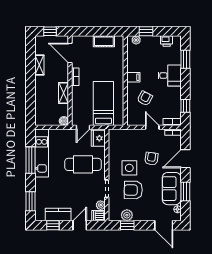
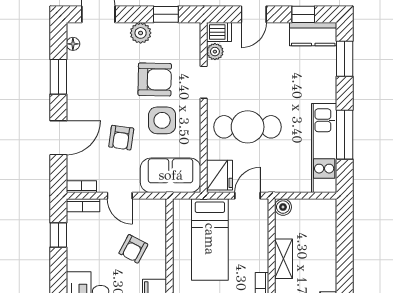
sofa: (172, 189) -> (171, 175), moved, turned -90
kitchen counter: (58, 214) -> (313, 34), moved
plant: (127, 215) -> (141, 33), moved

